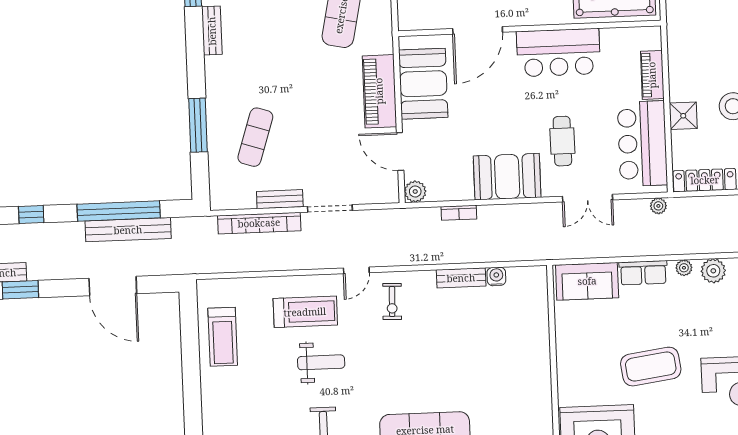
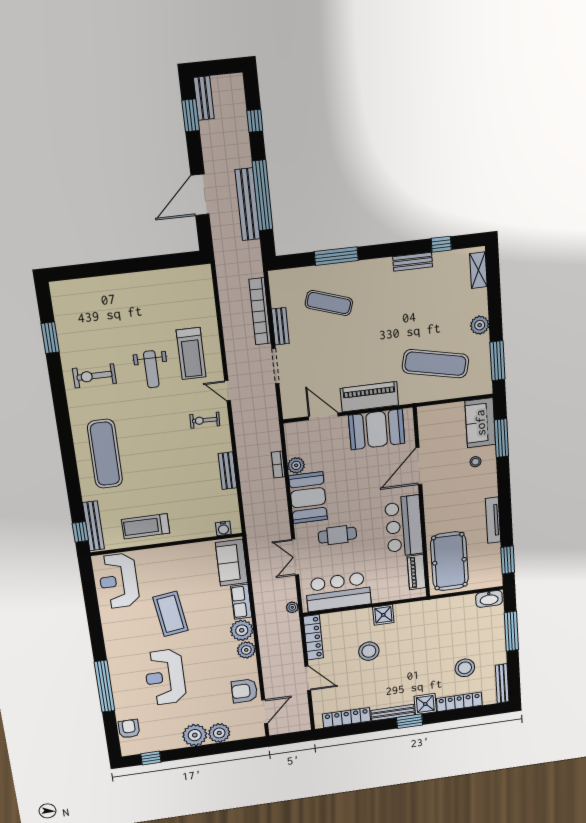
door: (478, 30) -> (419, 466), hinge flipped
piano: (652, 75) -> (416, 572), moved, turned -90
shower: (683, 116) -> (383, 615), moved
door: (400, 151) -> (323, 416), hinge flipped
plant: (415, 192) -> (296, 465), moved
plant: (684, 268) -> (242, 630), width x1.88, depth x1.88
water cooler: (496, 276) -> (223, 528), moved, turned 90
treadmill: (223, 337) -> (146, 526), moved

